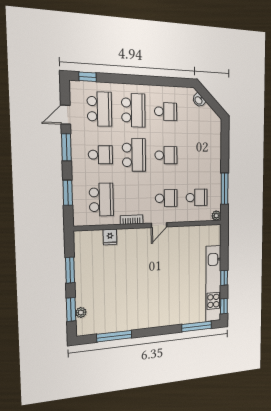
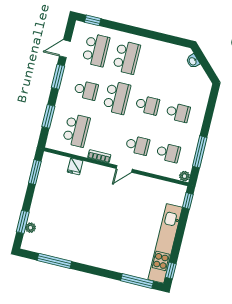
school desk: (166, 111) -> (178, 113), moved
window: (70, 270) -> (35, 172), moved
window: (224, 278) -> (188, 201), moved

